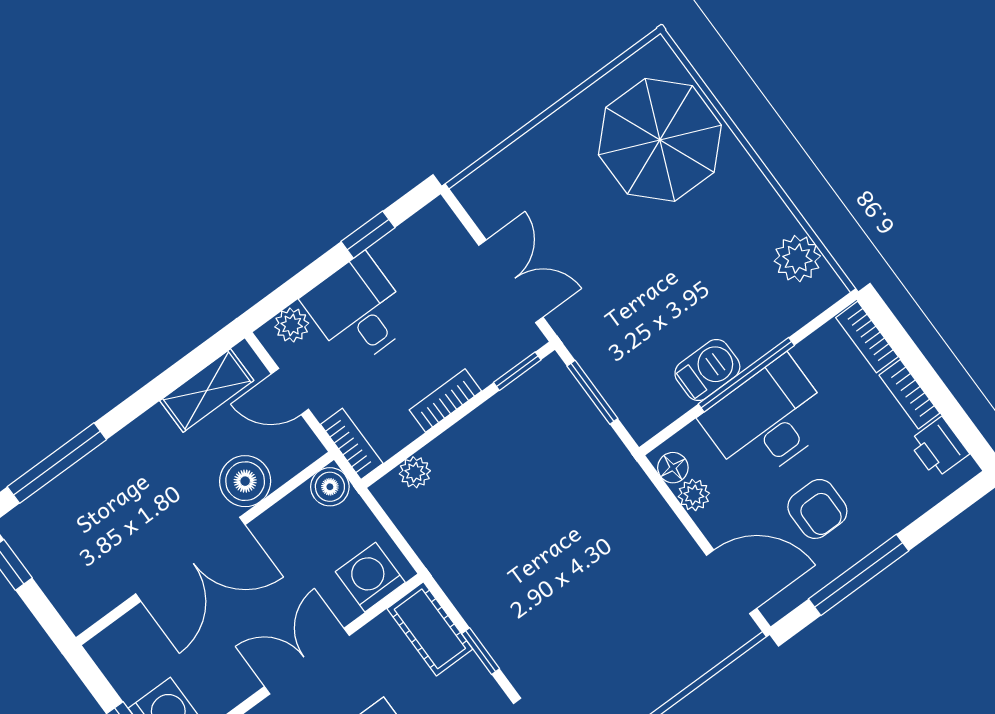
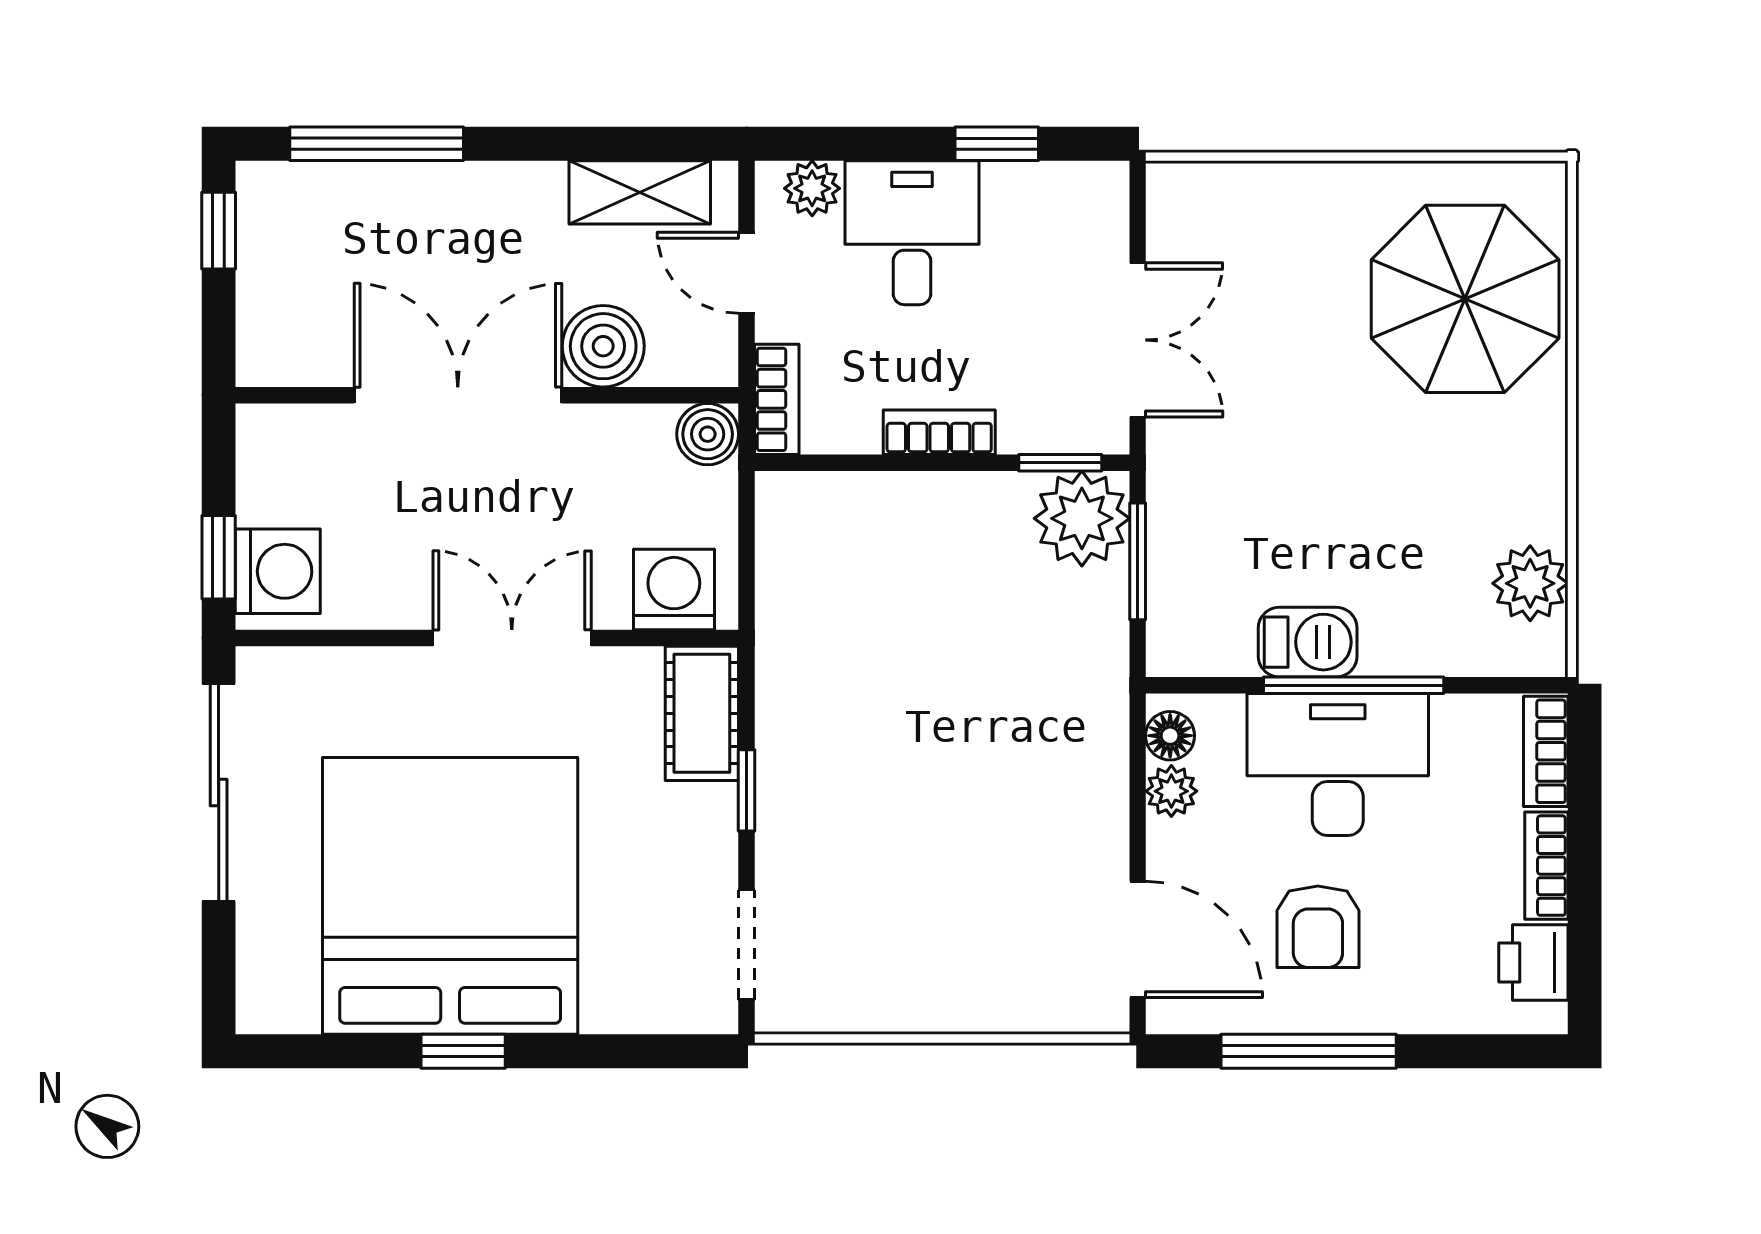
plant: (415, 472) -> (1082, 518), moved, width x1.88, depth x1.88
double door: (190, 559) -> (458, 395), swing flipped

